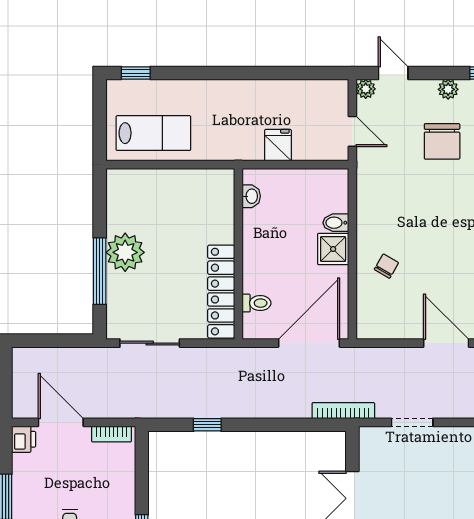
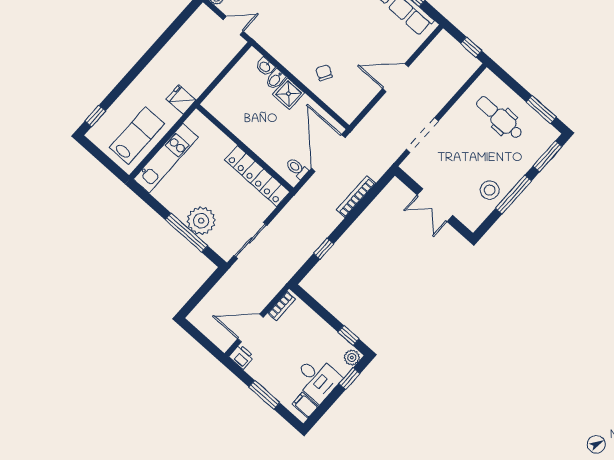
fridge: (278, 145) -> (181, 100), moved
kitchen unit: (157, 183) -> (166, 158), added
washbasin: (251, 196) -> (265, 67), moved, turned 180
plant: (125, 252) -> (201, 221), moved
toilet: (256, 303) -> (297, 168), moved, turned -90
bookcase: (343, 411) -> (356, 197), moved
doorway: (412, 422) -> (422, 135), width x1.38

